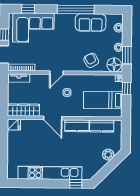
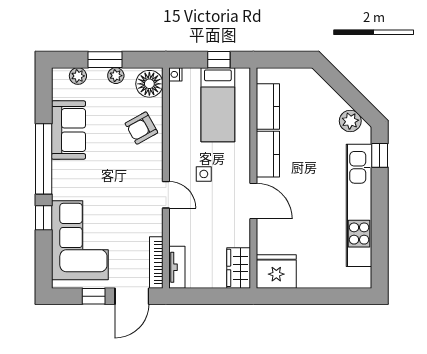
window: (28, 9) -> (44, 218), moved
window: (127, 55) -> (105, 60), moved
window: (126, 88) -> (219, 60), moved
wardrobe: (23, 110) -> (239, 268), width x0.67
door: (53, 118) -> (253, 201), hinge flipped
fridge: (14, 125) -> (276, 271), width x1.88, depth x1.34
plant: (108, 155) -> (350, 121), moved

